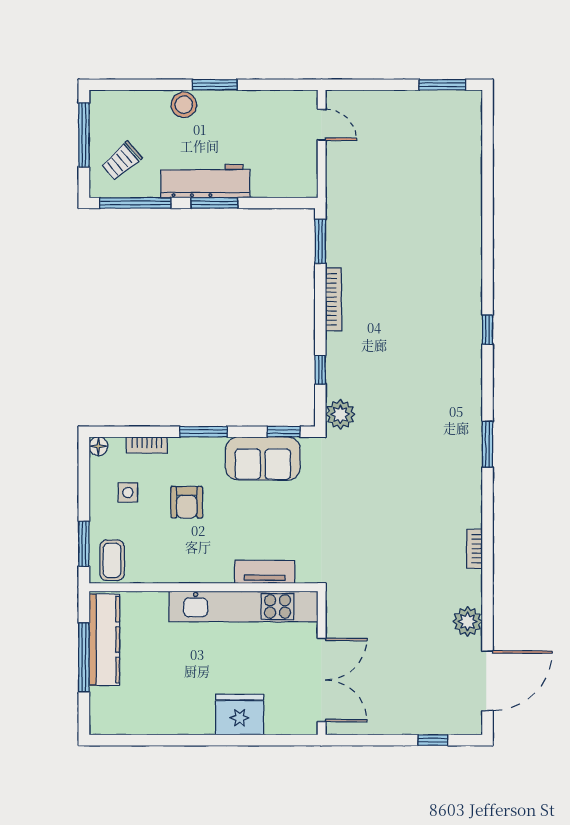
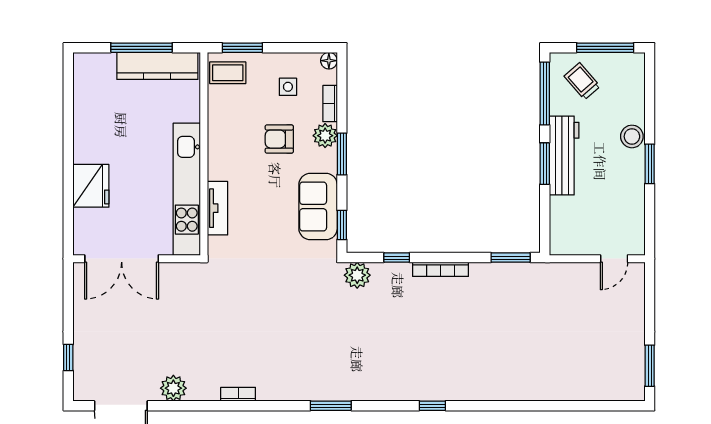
bookcase: (334, 299) -> (440, 269), moved
plant: (183, 451) -> (325, 136), added

